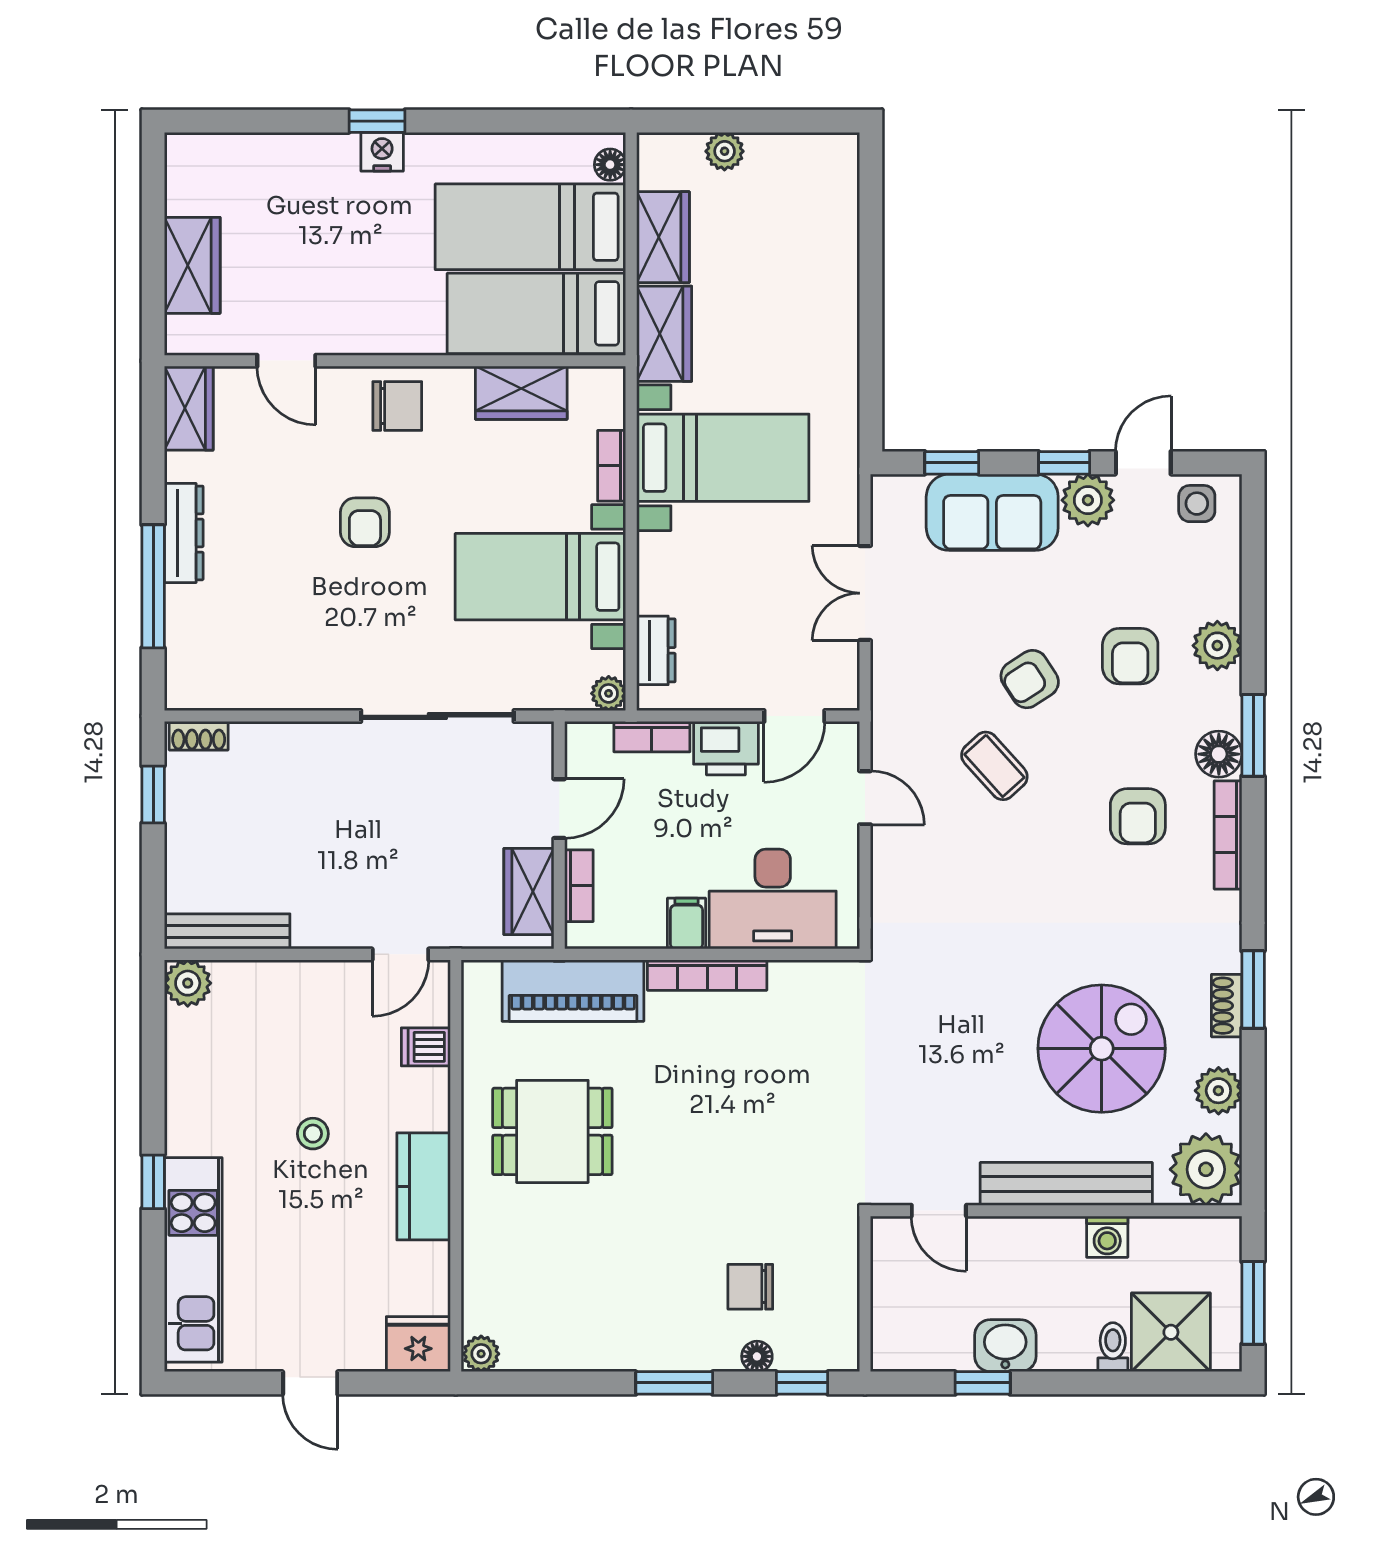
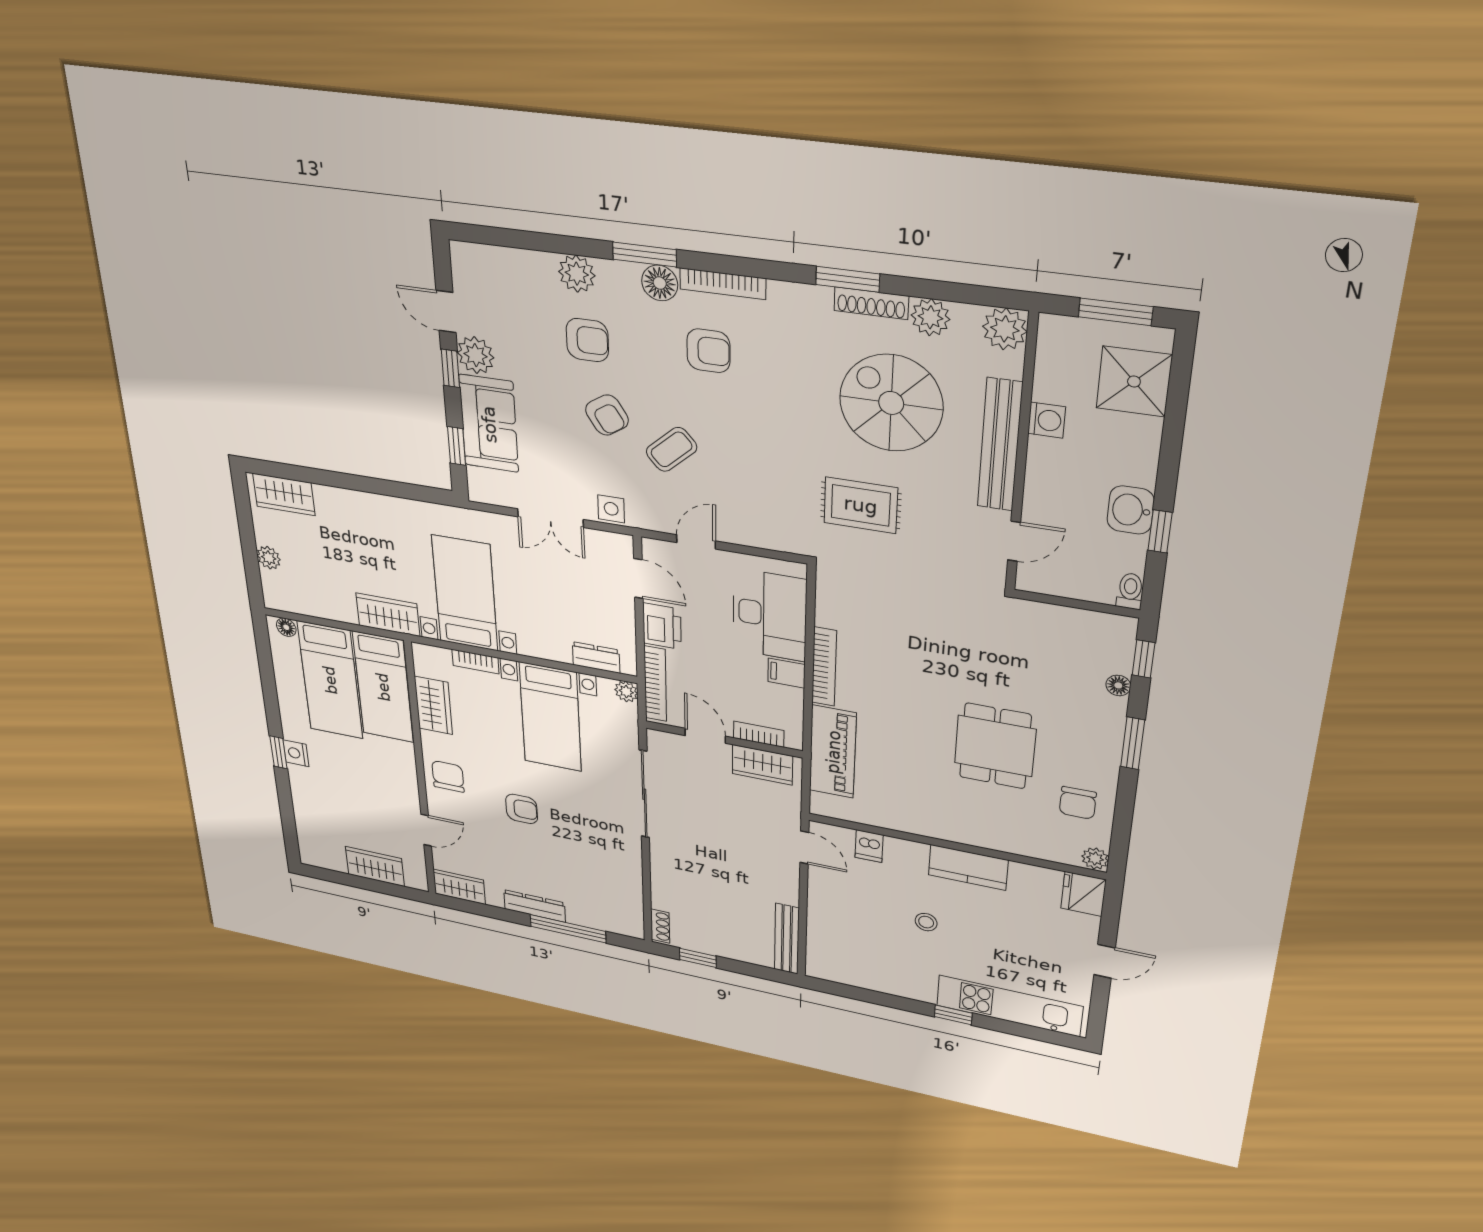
wardrobe: (663, 237) -> (284, 495), moved, turned 180
side table: (1197, 504) -> (611, 509), moved
bookcase: (652, 737) -> (655, 684), width x1.56
plant: (188, 983) -> (820, 967), removed
shoe rack: (1227, 1006) -> (871, 303), width x1.43
rug: (956, 1016) -> (861, 505), added
dining table: (552, 1131) -> (995, 746), moved
plant: (1206, 1169) -> (1005, 329), width x0.73, depth x0.73
chair: (750, 1287) -> (1078, 803), moved
toilet: (1113, 1347) -> (1130, 591), moved, turned 90

